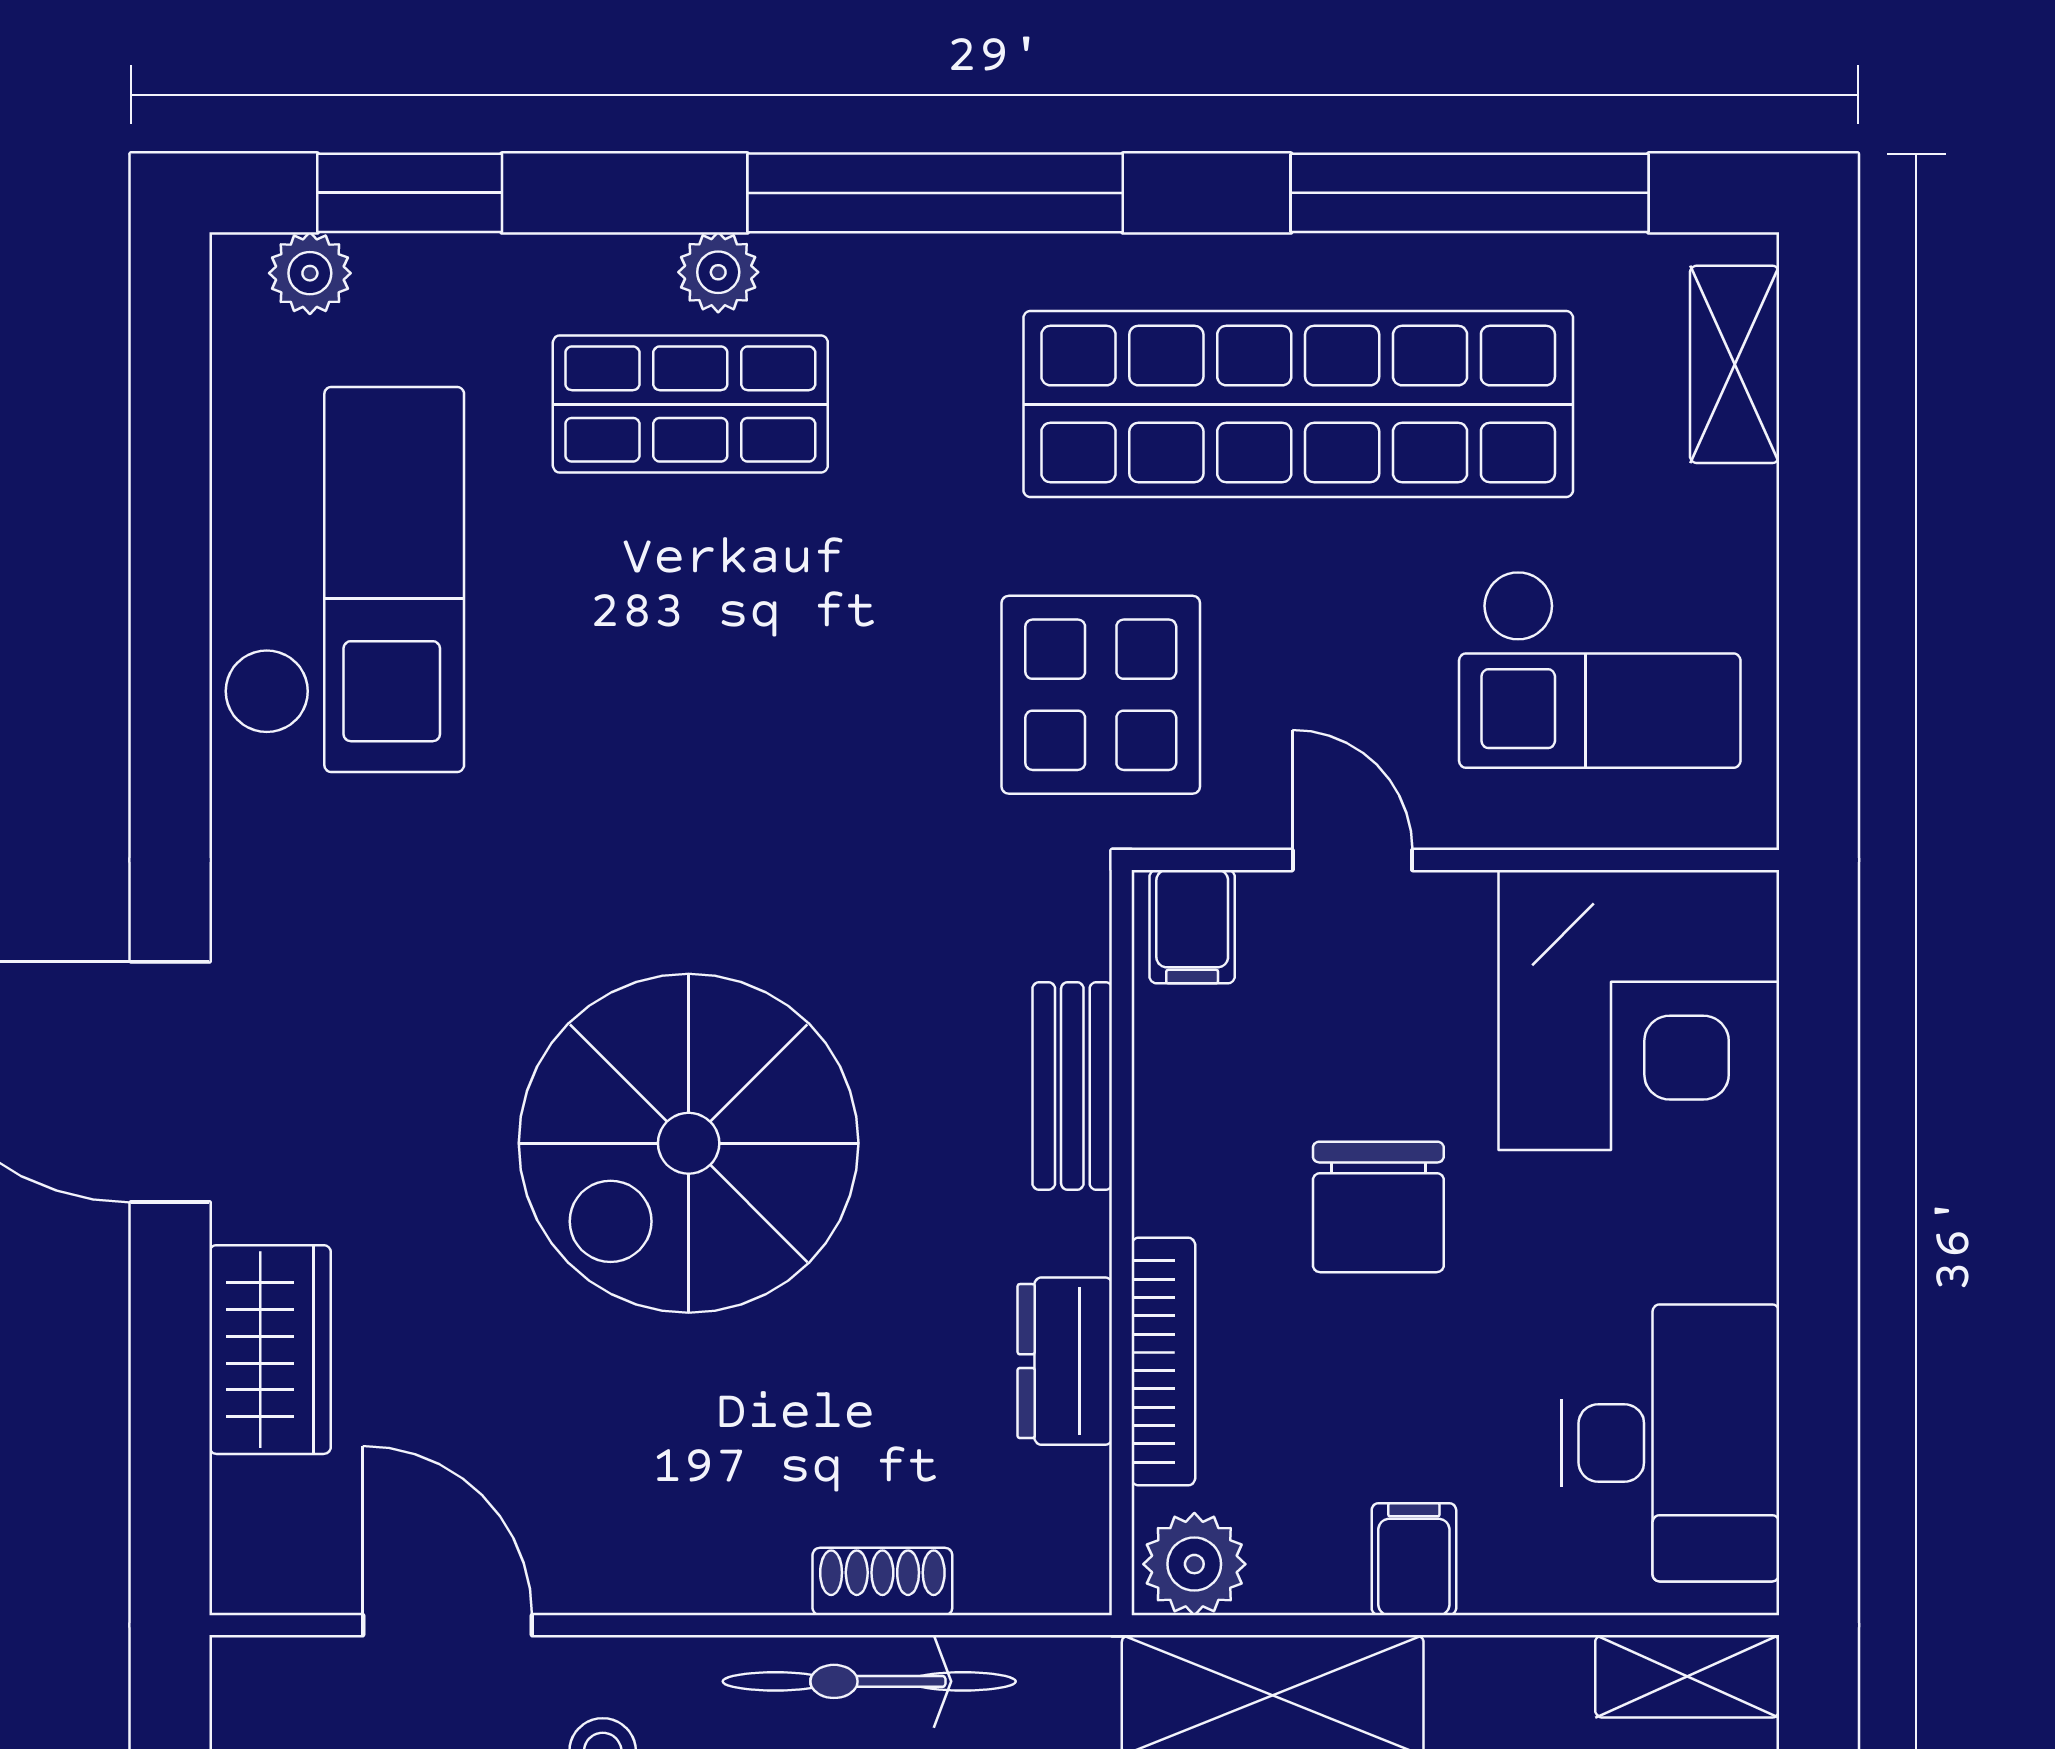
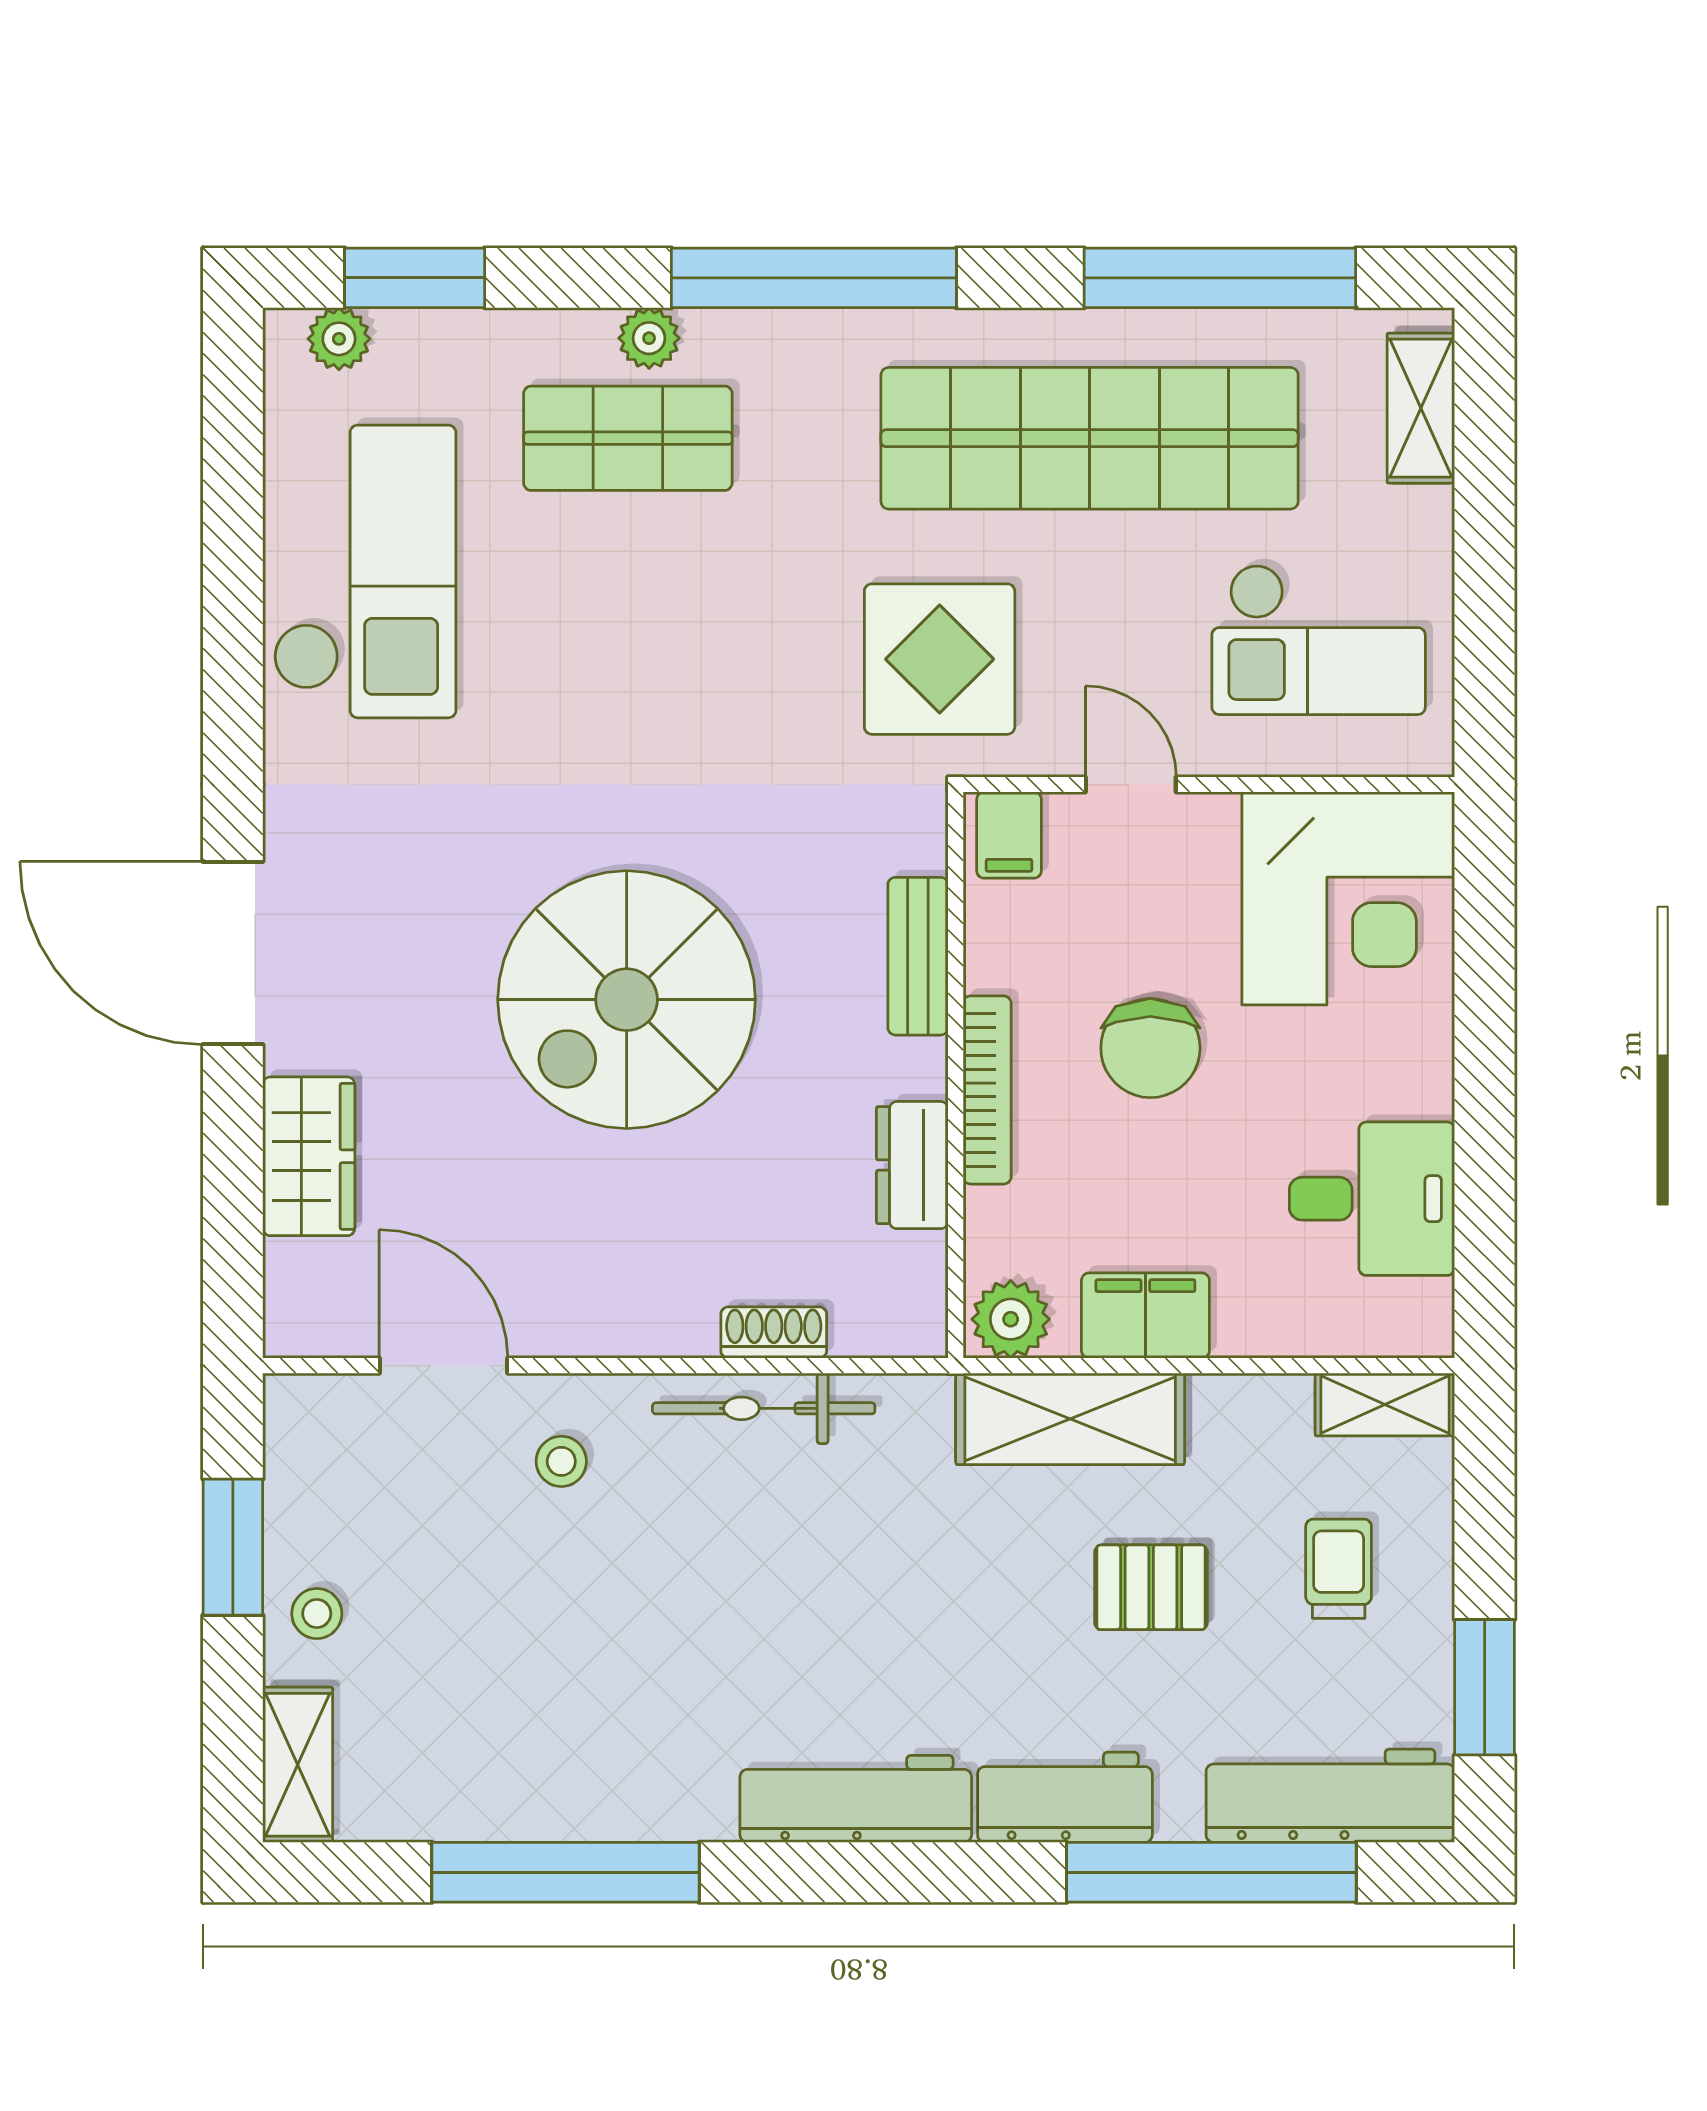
bookcase: (1163, 1362) -> (987, 1090), moved
desk: (1670, 1443) -> (1372, 1199), width x0.73
filing cabinet: (1414, 1559) -> (1145, 1316), width x2.00

